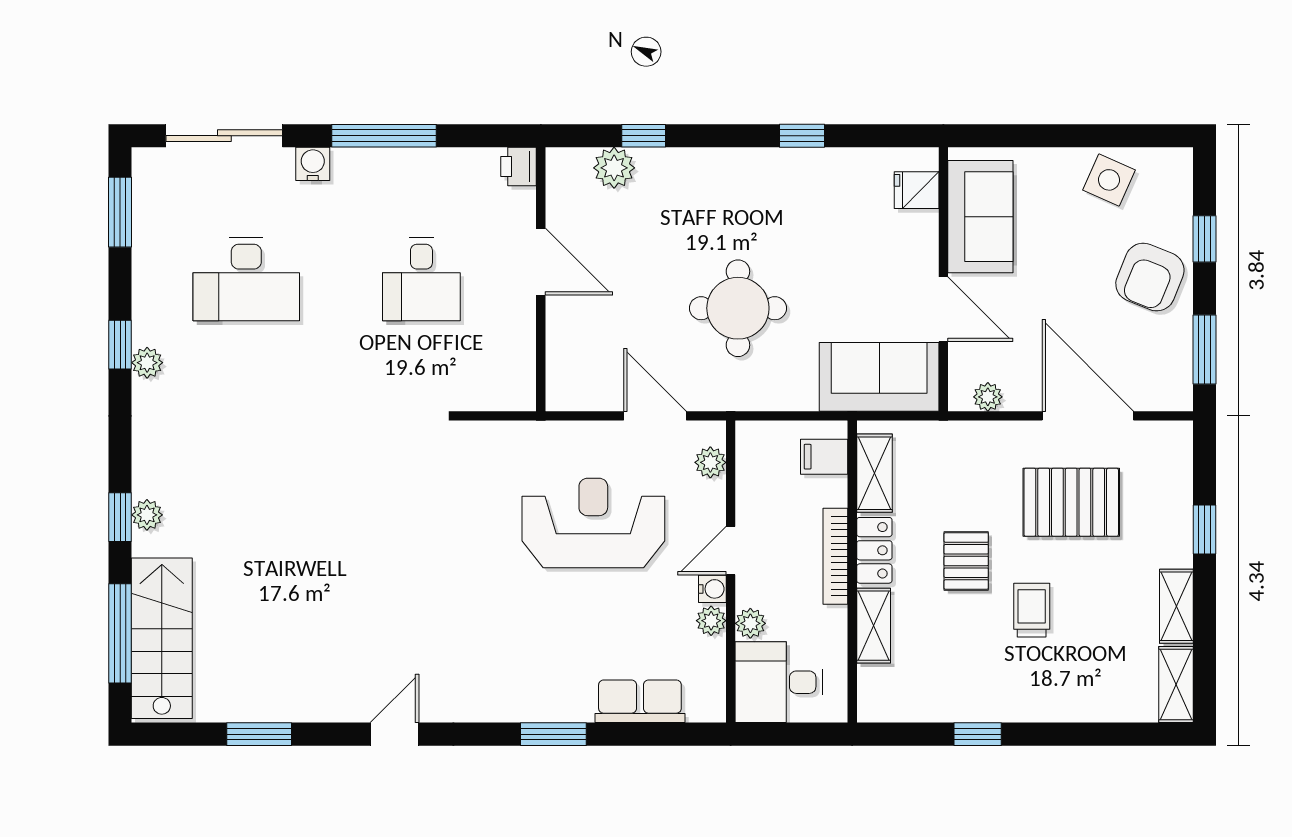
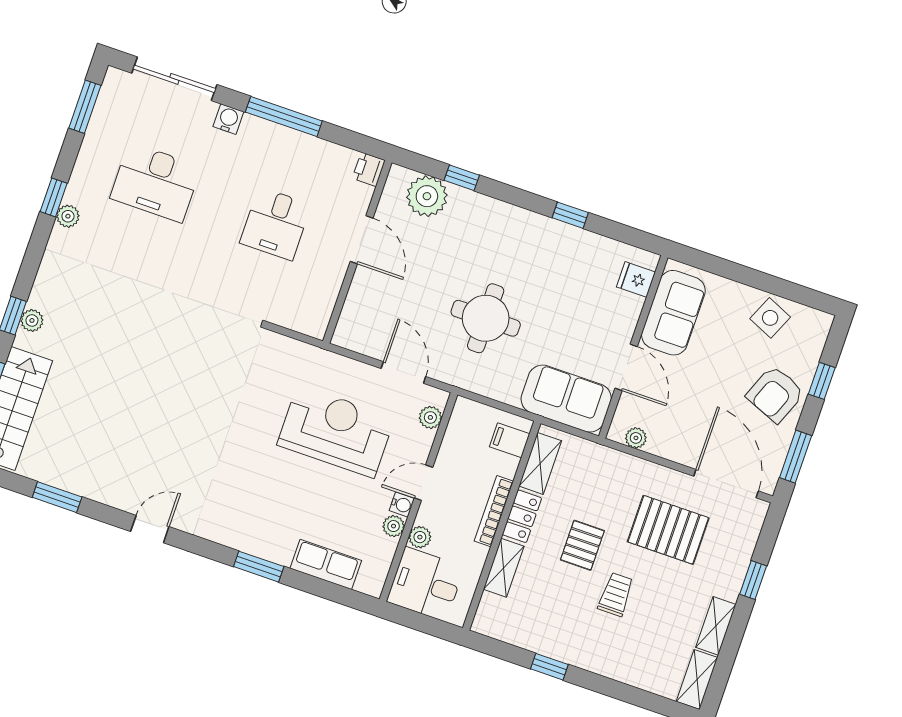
plant: (614, 168) -> (427, 196), width x1.36, depth x1.36
door: (1088, 416) -> (726, 484), moved

